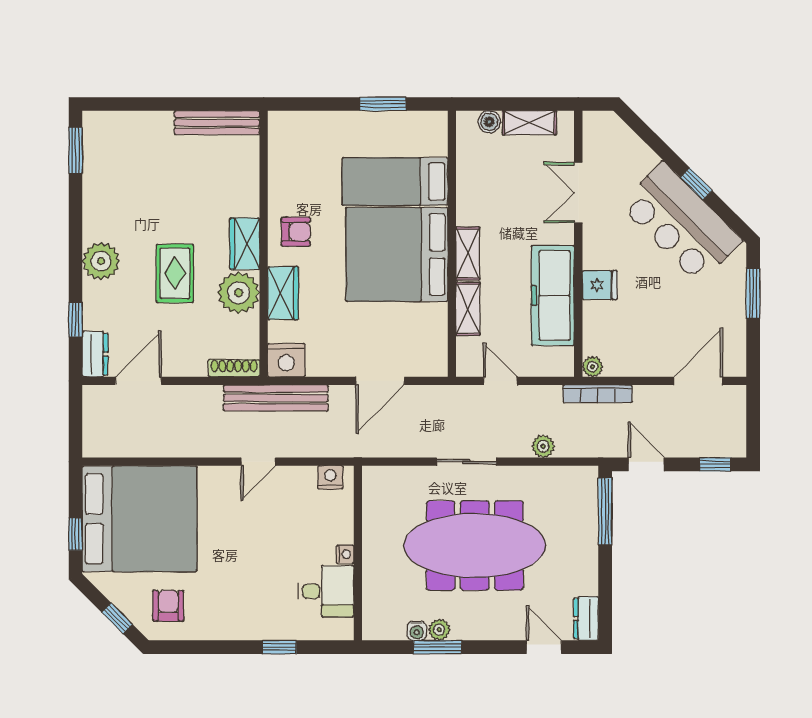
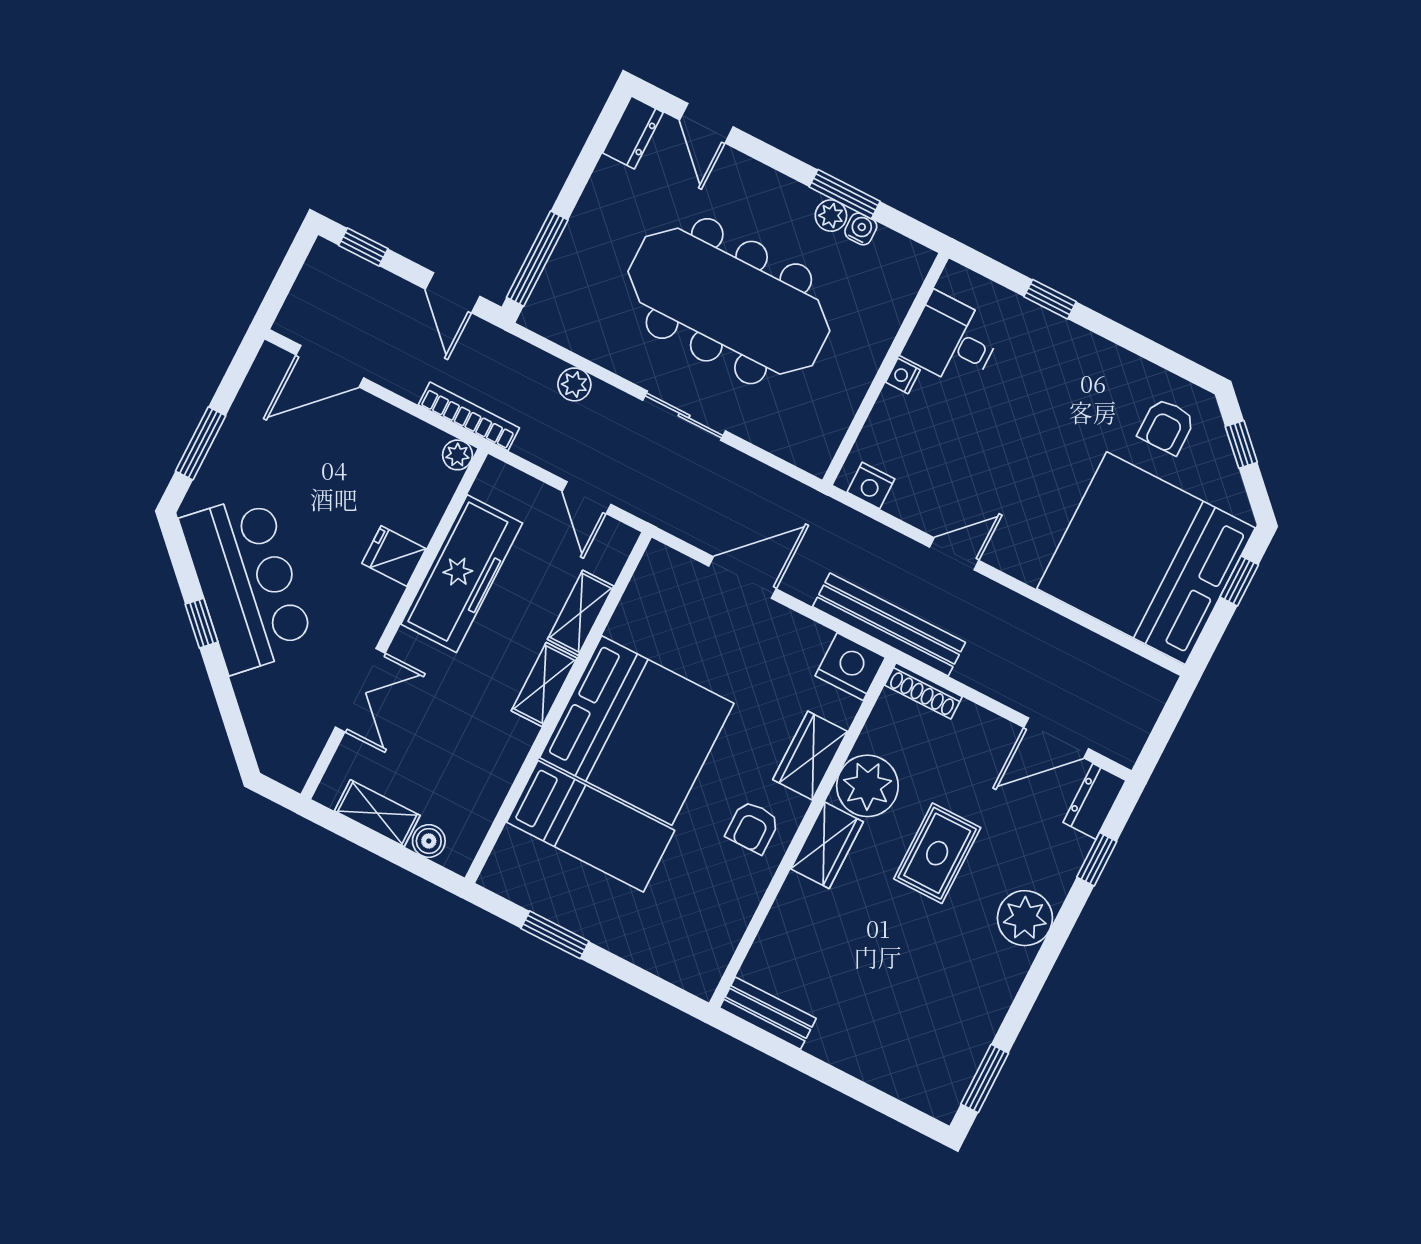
bench: (217, 123) -> (768, 1013), width x0.73
armchair: (296, 232) -> (753, 827), turned -90

